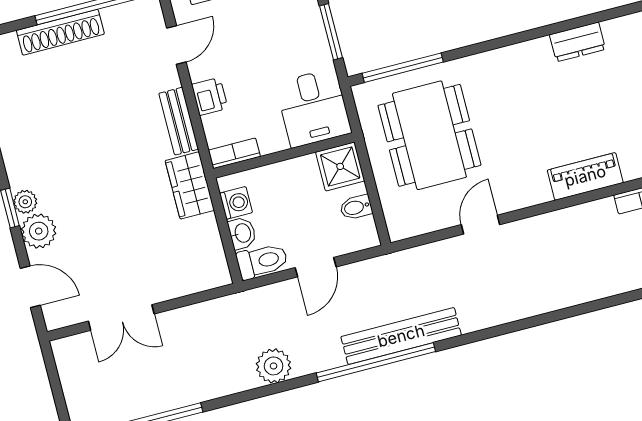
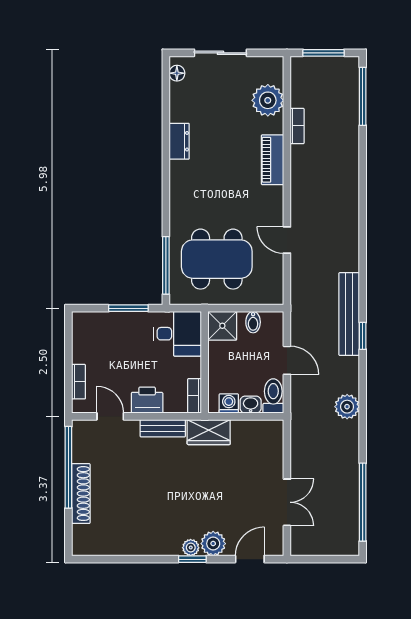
printer: (210, 96) -> (147, 400), width x1.36, depth x1.24
window: (376, 362) -> (363, 336), width x0.32

